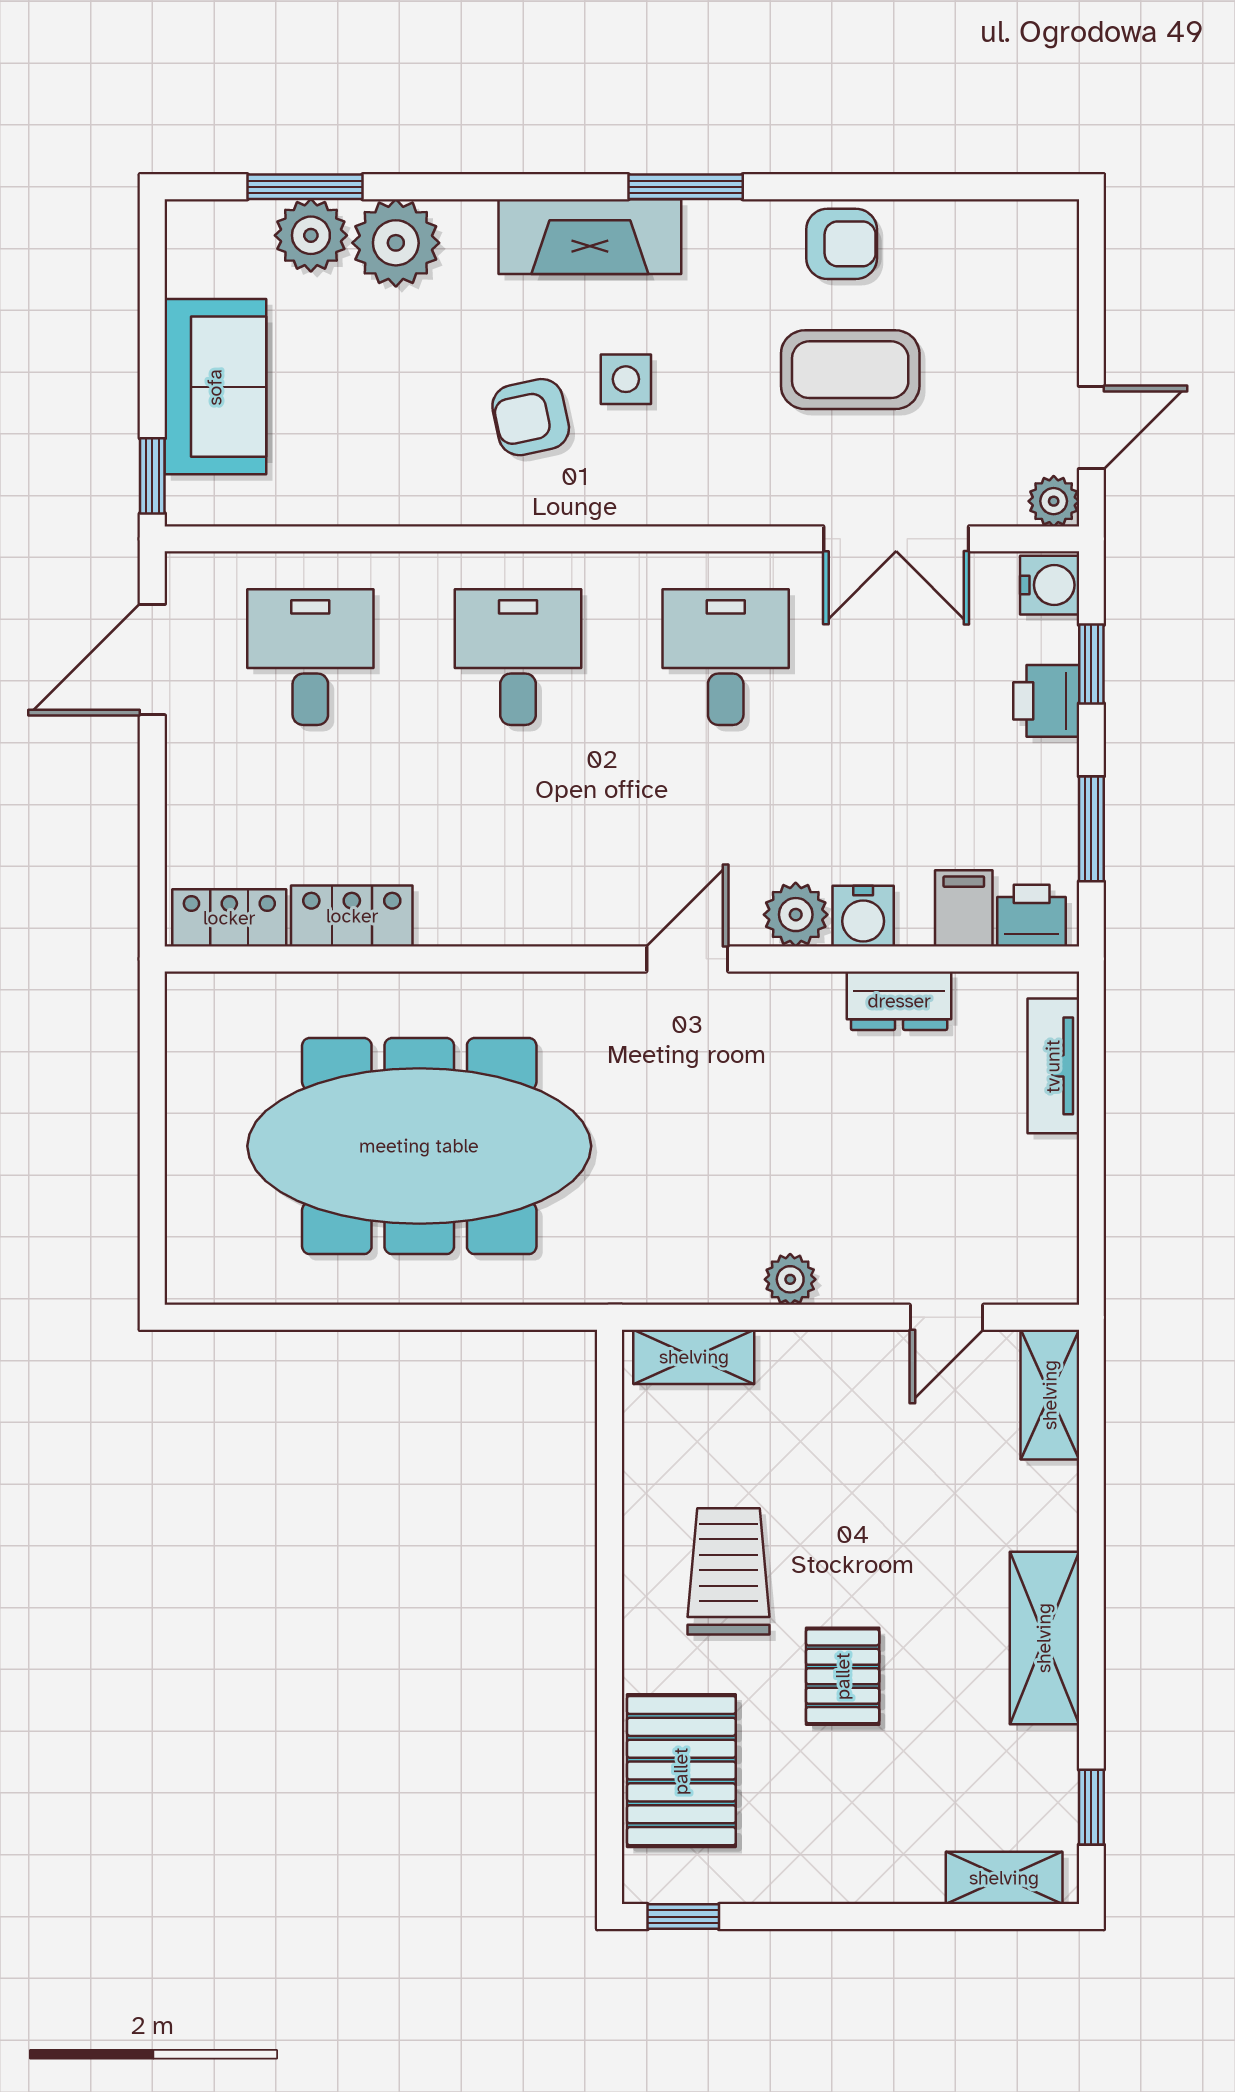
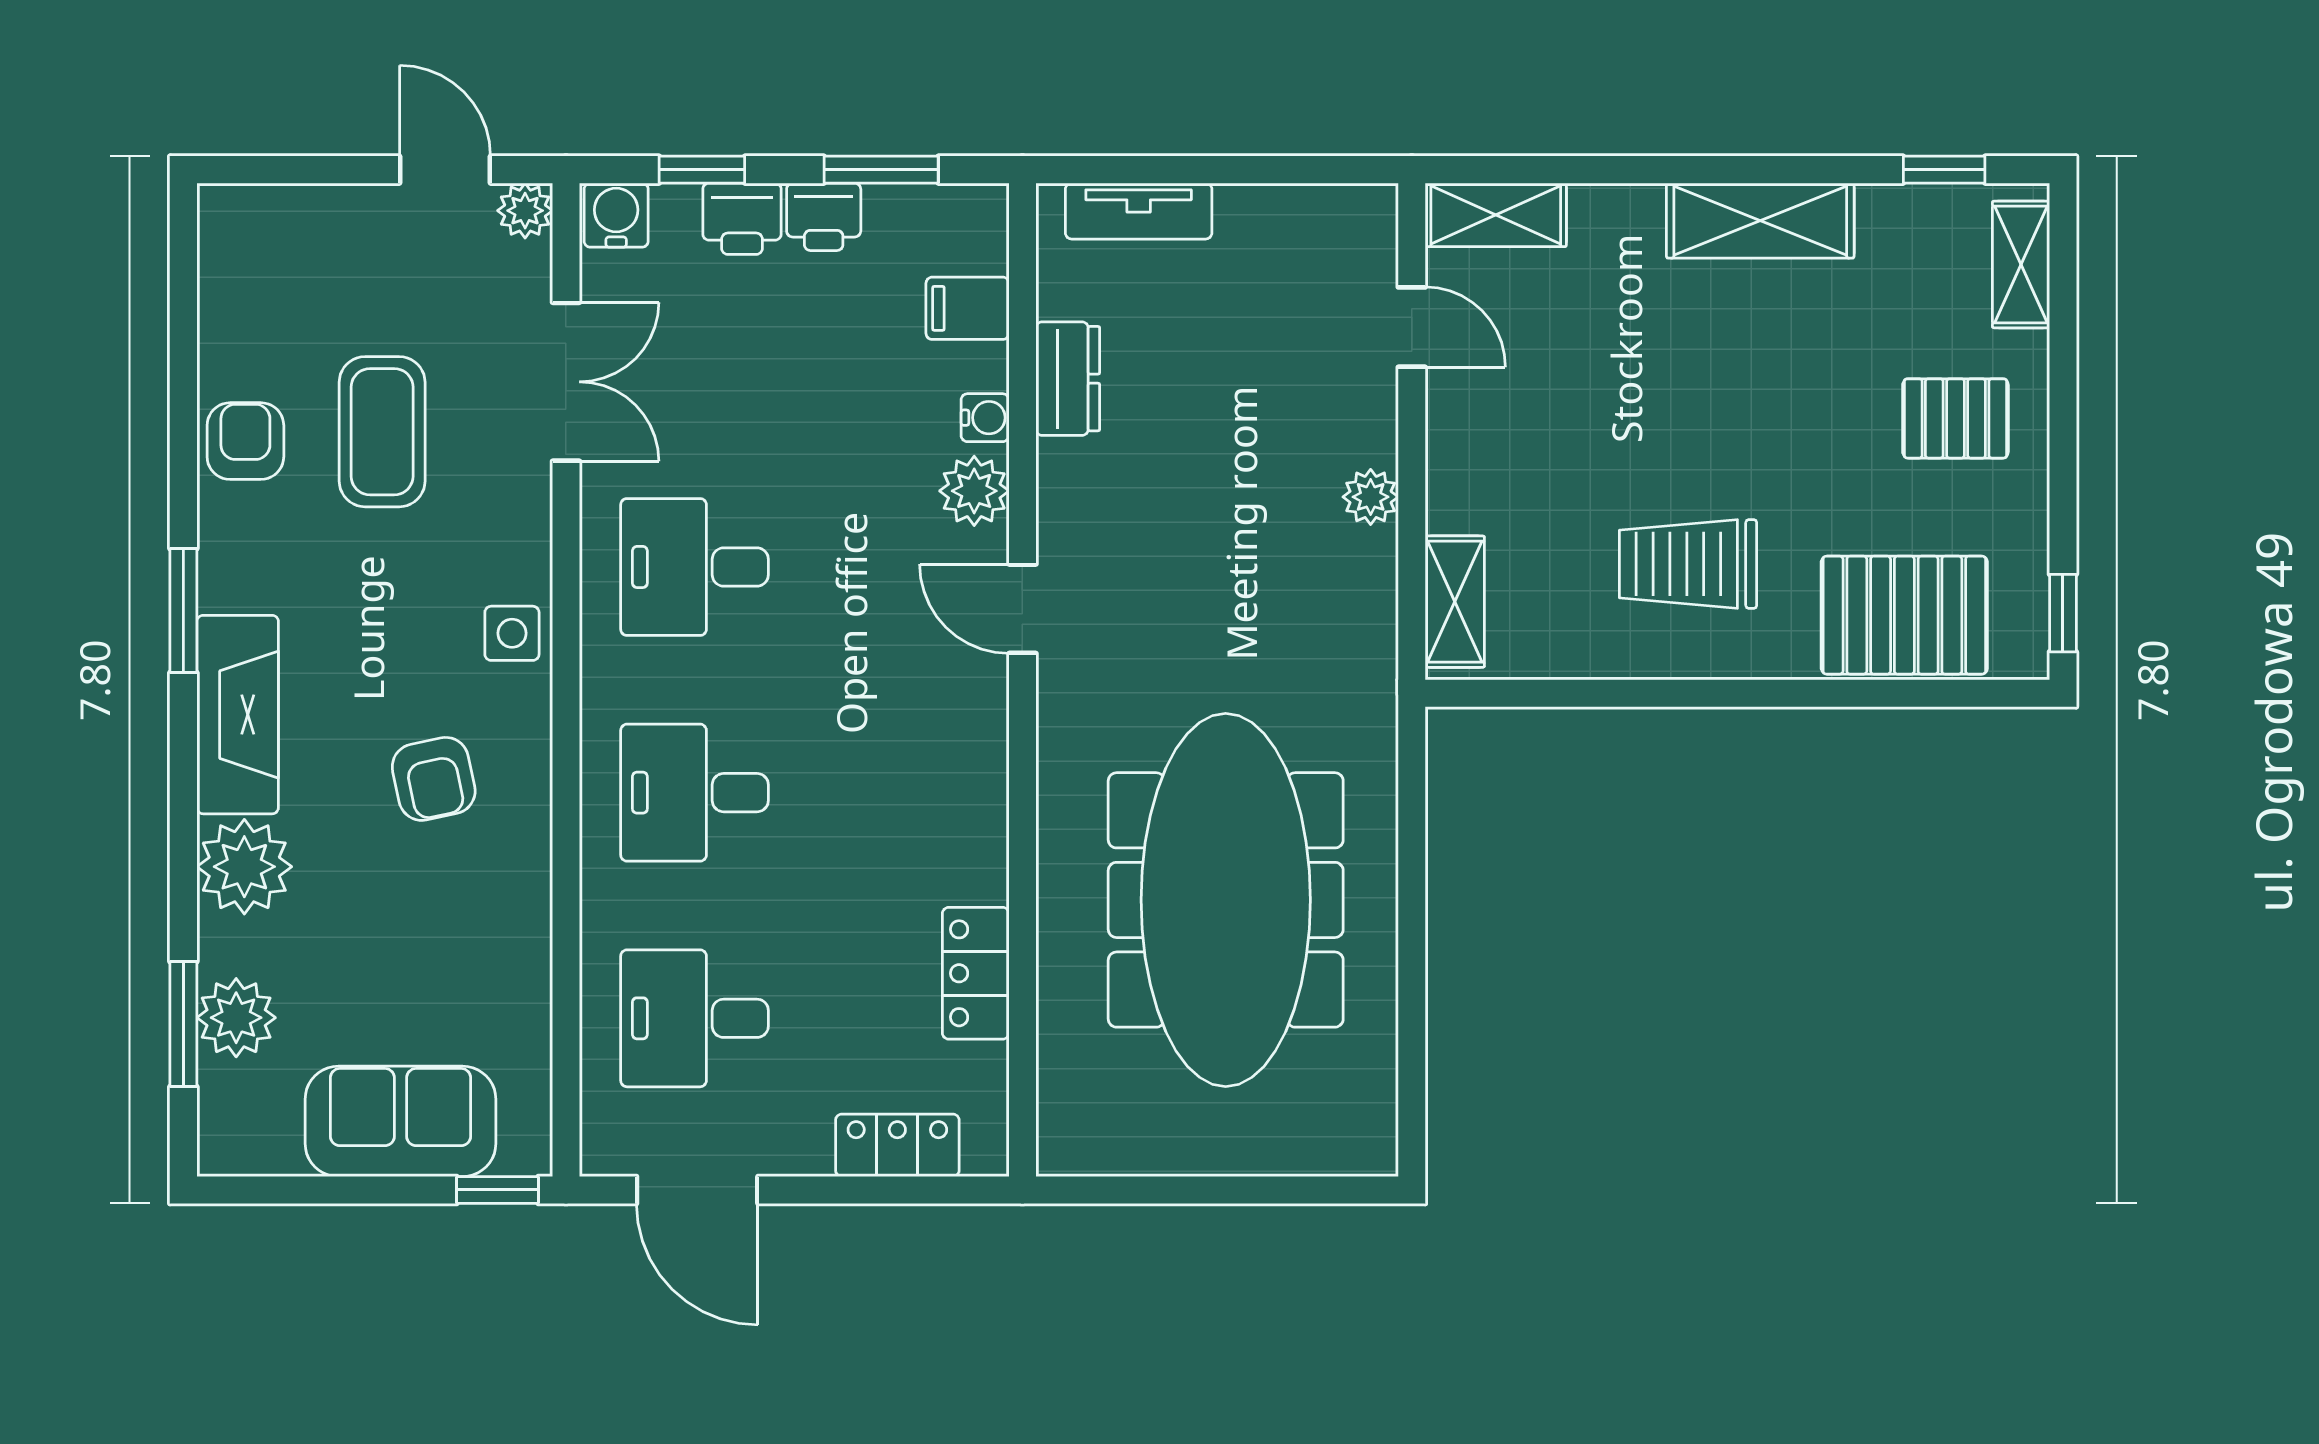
plant: (396, 243) -> (244, 867), moved
side table: (626, 379) -> (512, 633), moved
water cooler: (863, 916) -> (985, 418), width x0.72, depth x0.72
printer: (1032, 916) -> (824, 217), moved, turned -90
locker: (229, 918) -> (897, 1145), moved, turned 90
pallet: (843, 1676) -> (1955, 418), moved

